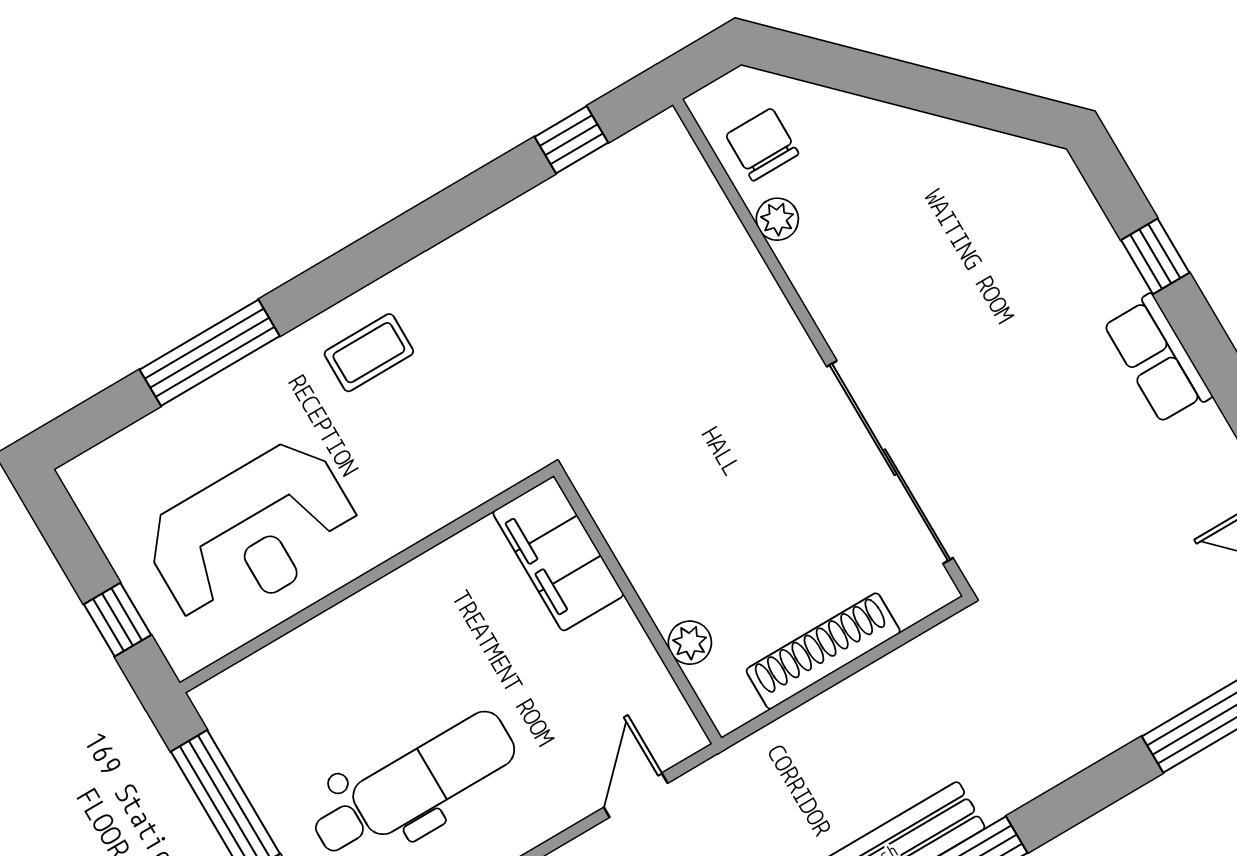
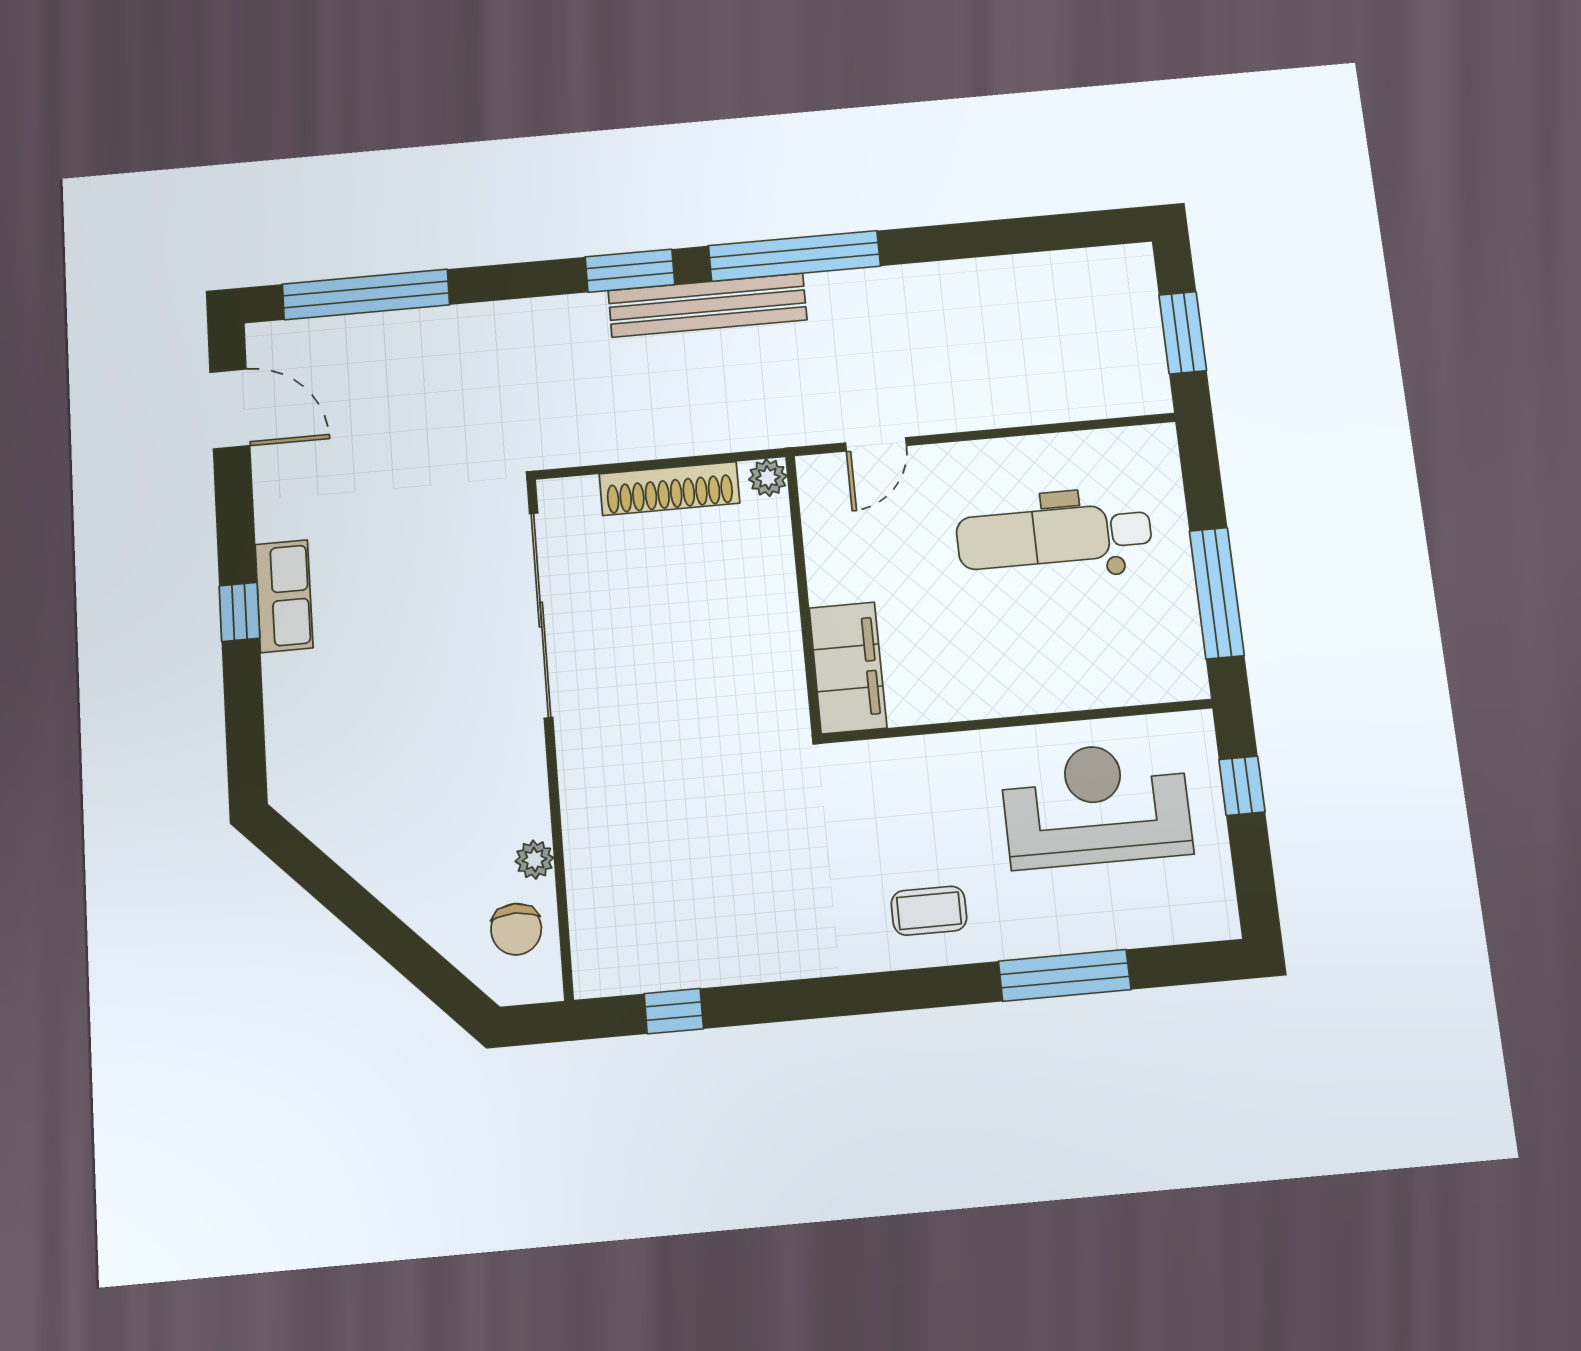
window: (1155, 256) -> (239, 612), moved
plant: (690, 643) -> (768, 478), moved

